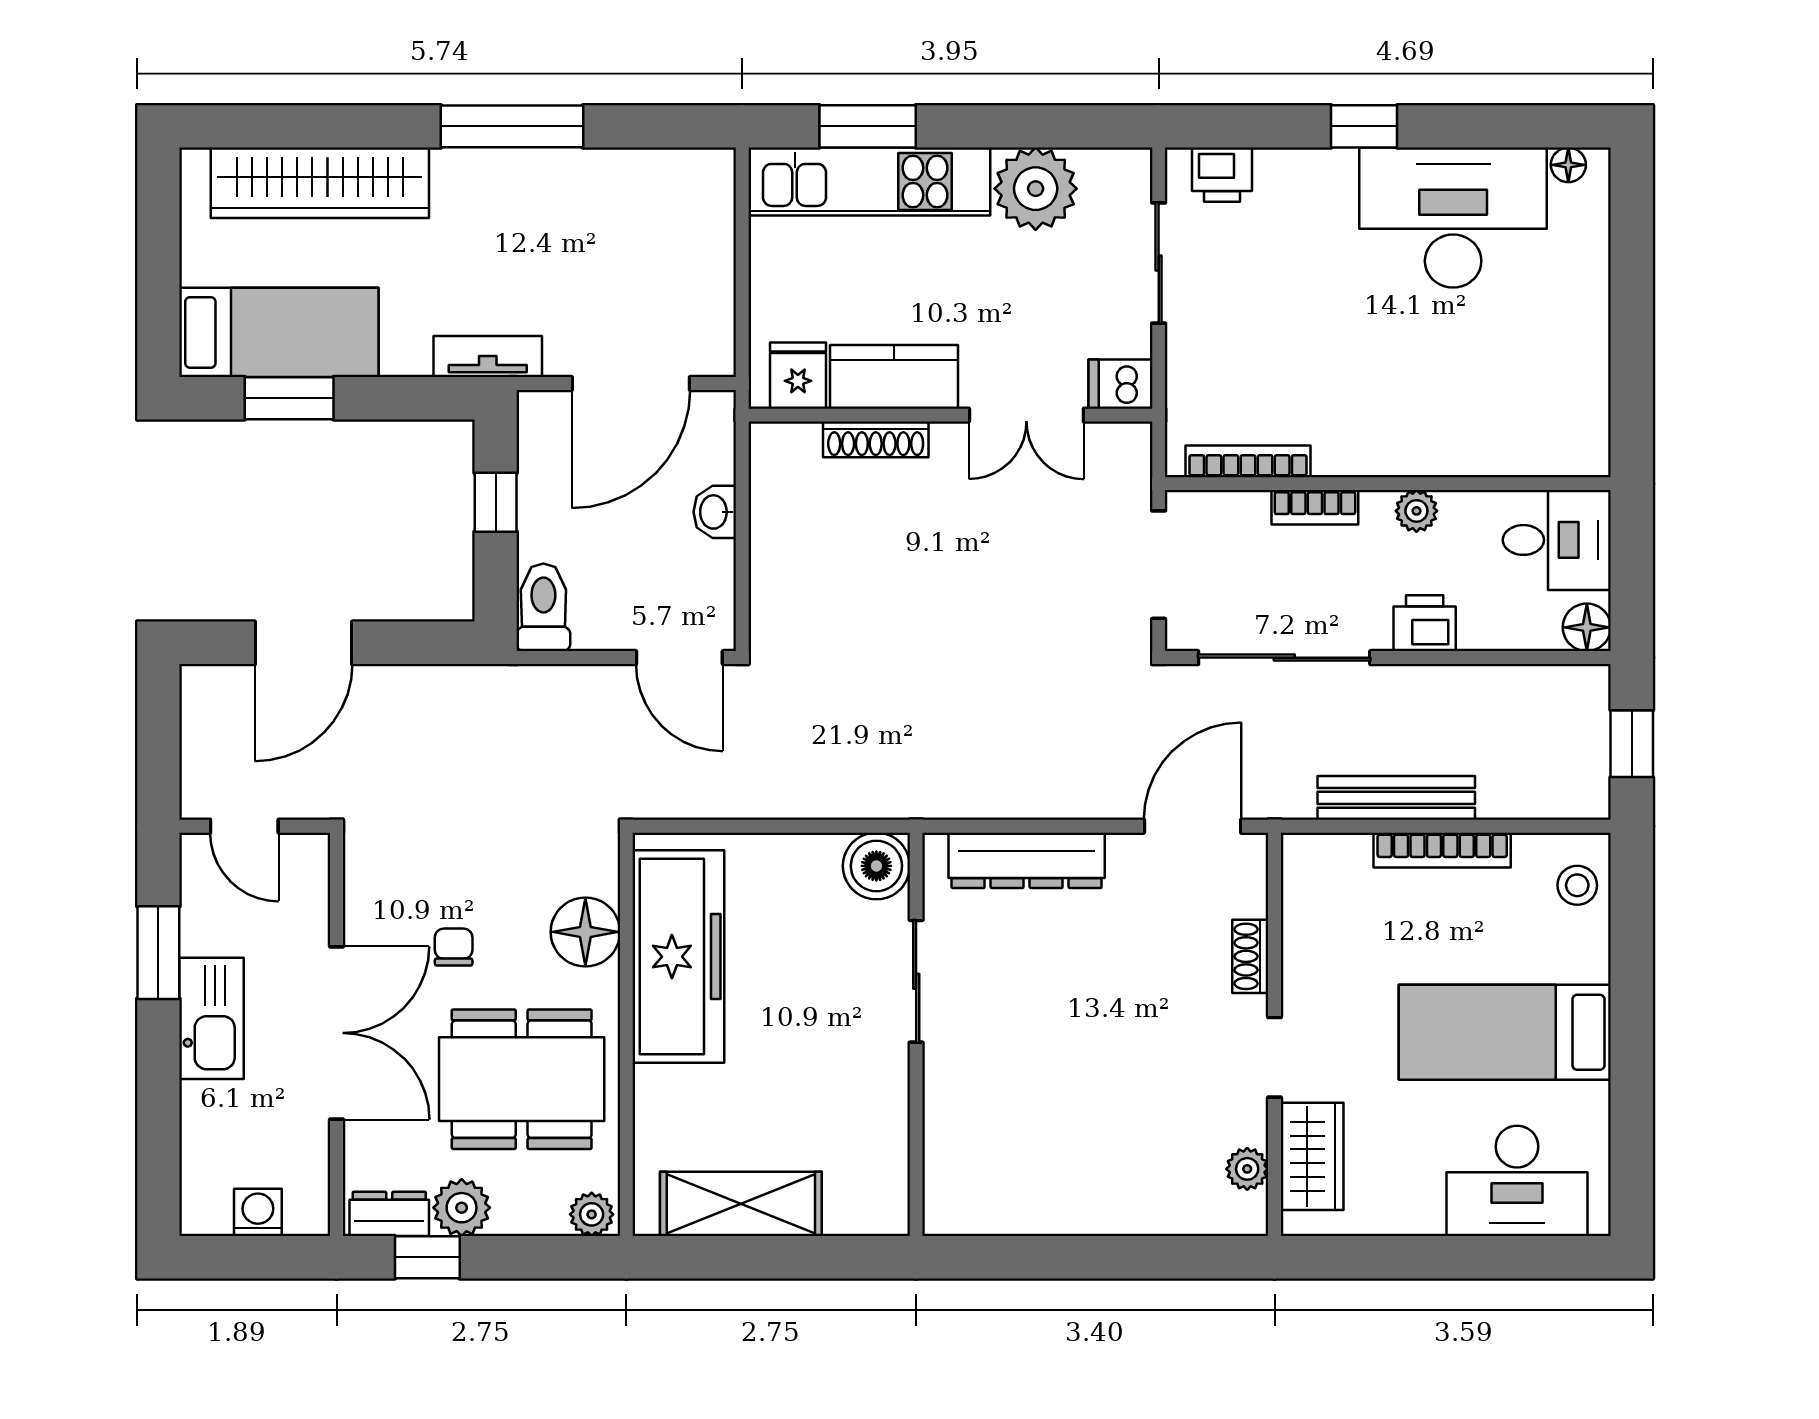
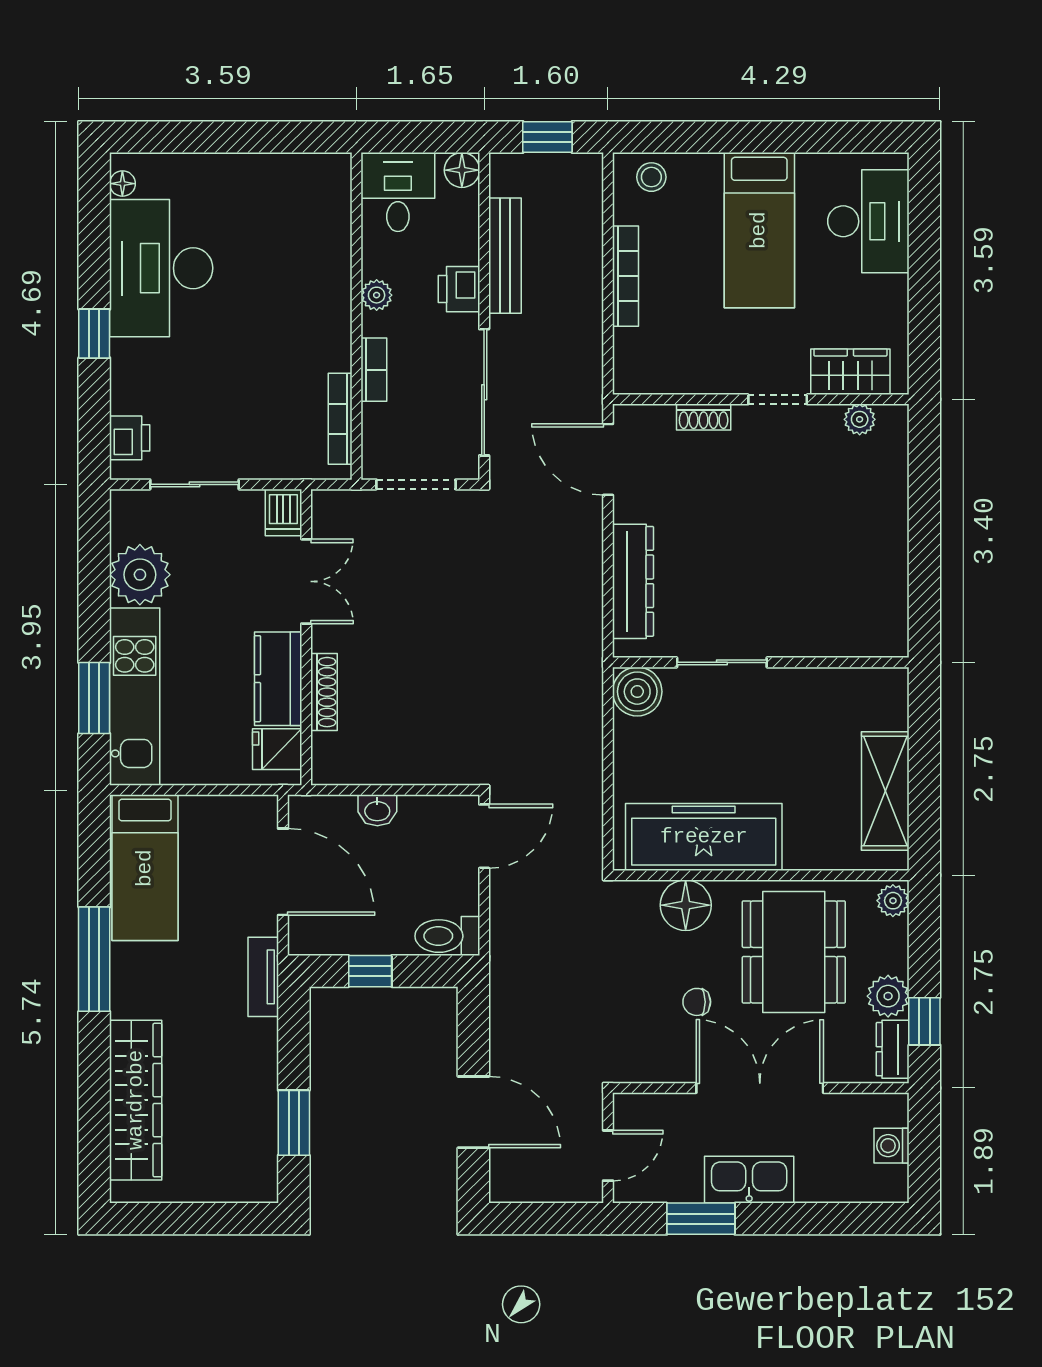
bed: (279, 332) -> (145, 868), moved, turned 180
bench: (1396, 798) -> (505, 256), moved

